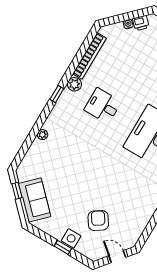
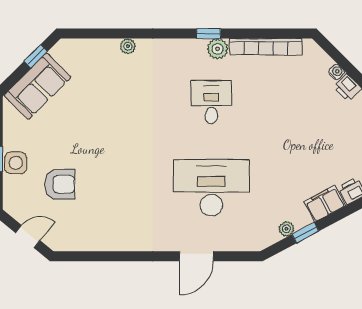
window: (57, 94) -> (209, 34), moved
armchair: (98, 221) -> (60, 184), turned 34
door: (117, 257) -> (28, 237), hinge flipped

